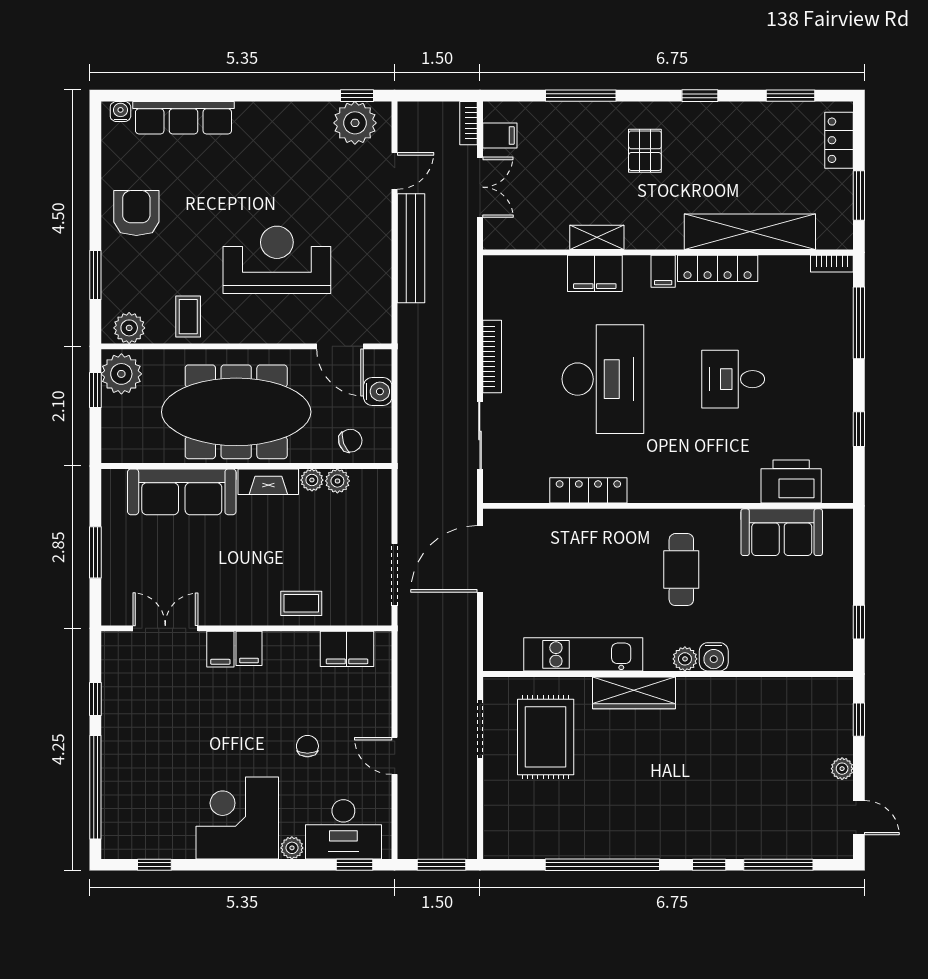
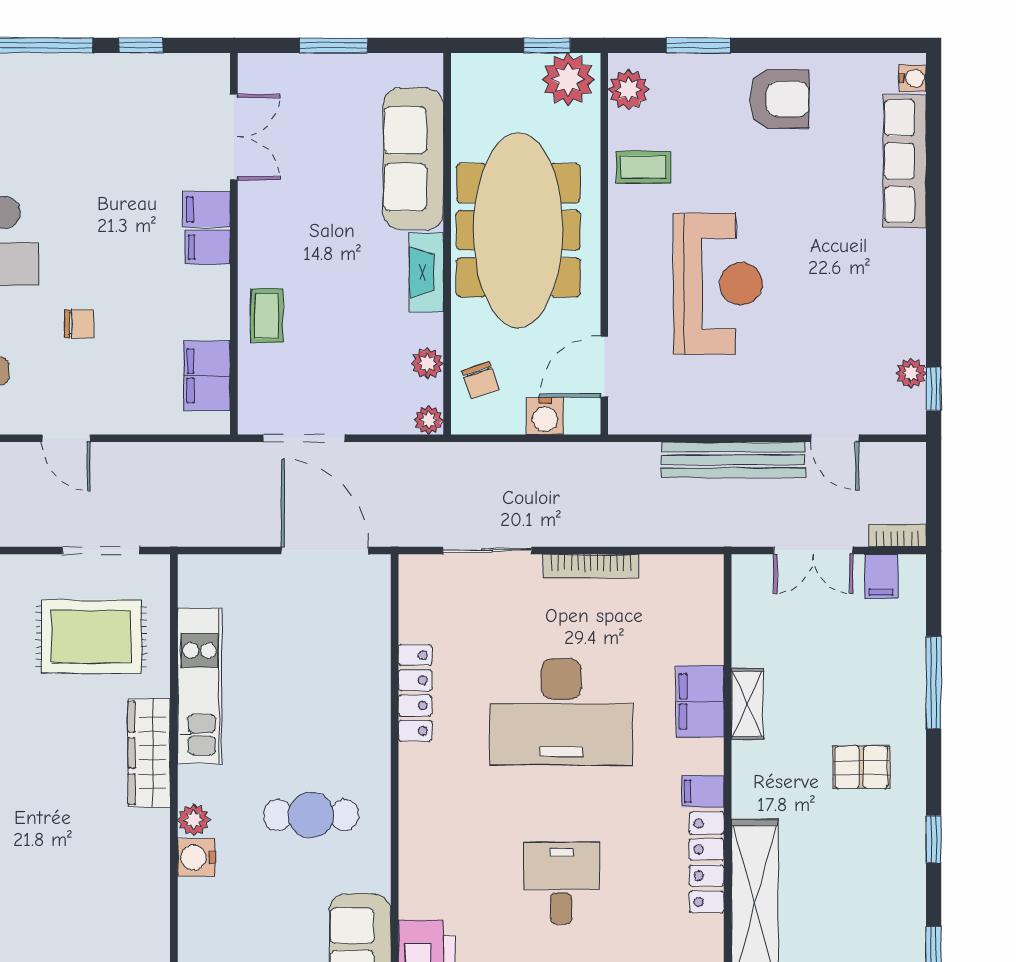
plant: (355, 123) -> (911, 373), width x0.53, depth x0.53
plant: (312, 480) -> (429, 420), moved
door: (395, 756) -> (66, 438), swing flipped

